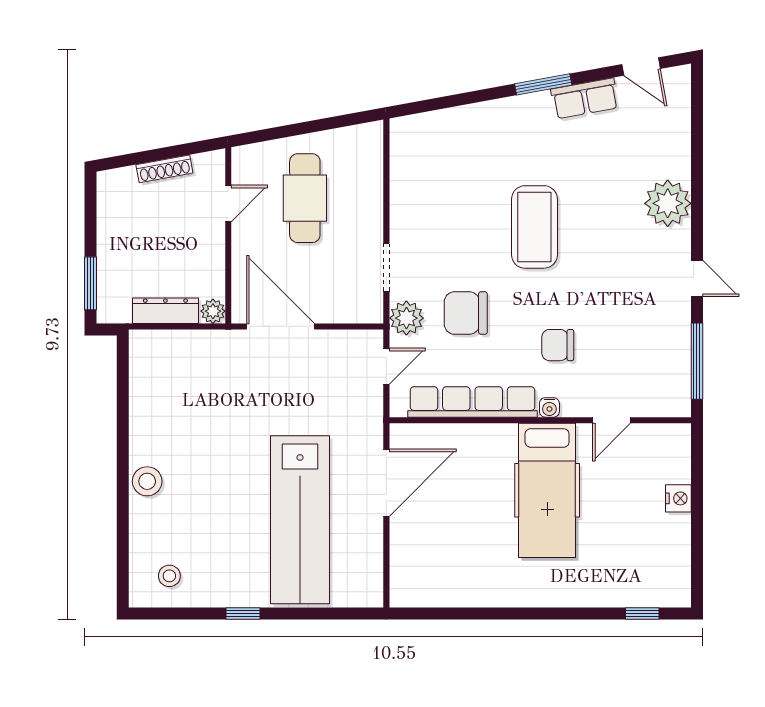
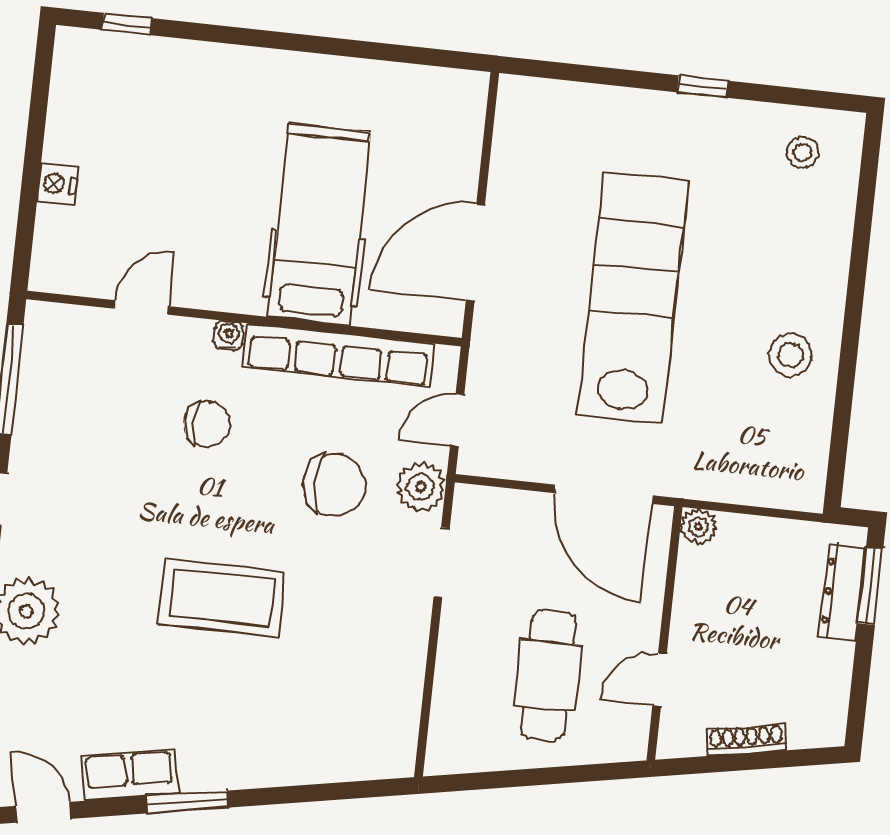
coffee table: (534, 227) -> (222, 598), turned 90
dresser: (165, 311) -> (842, 592), moved, turned 90
stool: (147, 481) -> (791, 355), moved
hospital bed: (547, 490) -> (319, 224), moved
lab bench: (300, 520) -> (633, 297), moved

